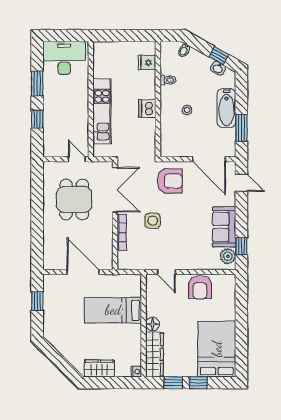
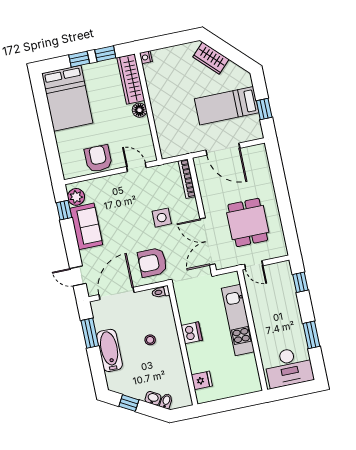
washbasin: (218, 68) -> (153, 398), moved
toilet: (168, 80) -> (161, 292), moved
window: (37, 119) -> (300, 282), moved
door: (209, 159) -> (117, 294), hinge flipped
bookcase: (122, 232) -> (187, 179), moved
bed: (113, 310) -> (227, 106), moved, turned 180
wardrobe: (99, 368) -> (211, 58), moved, turned 45

